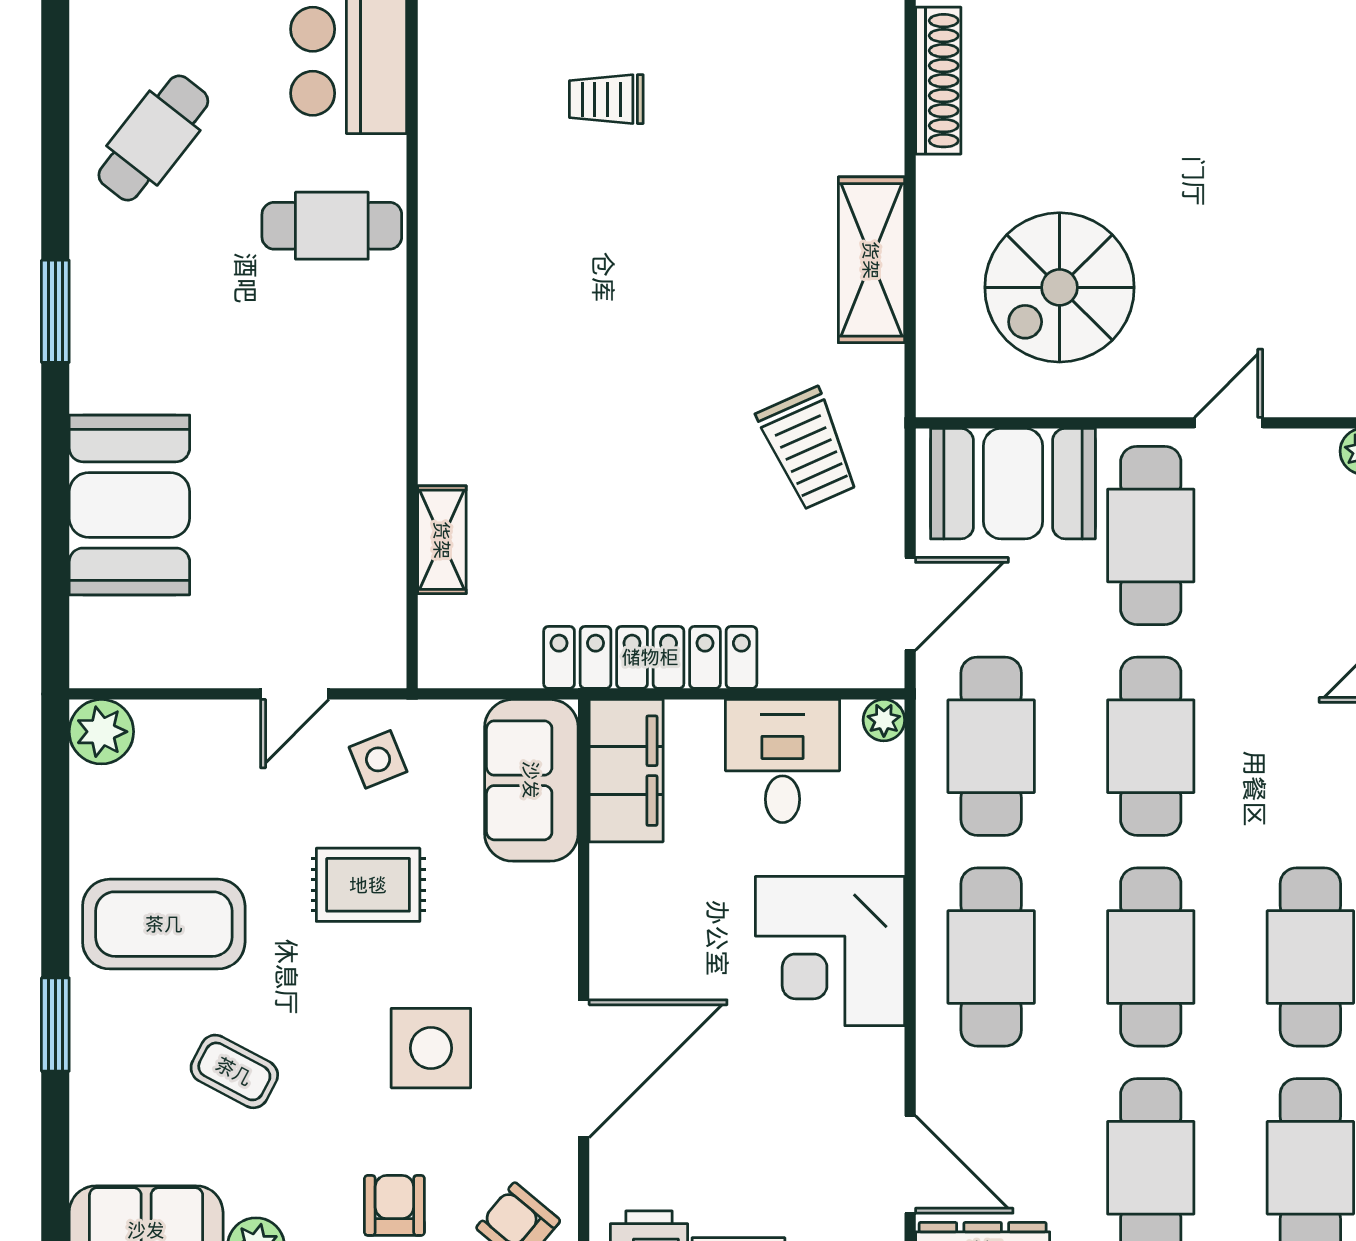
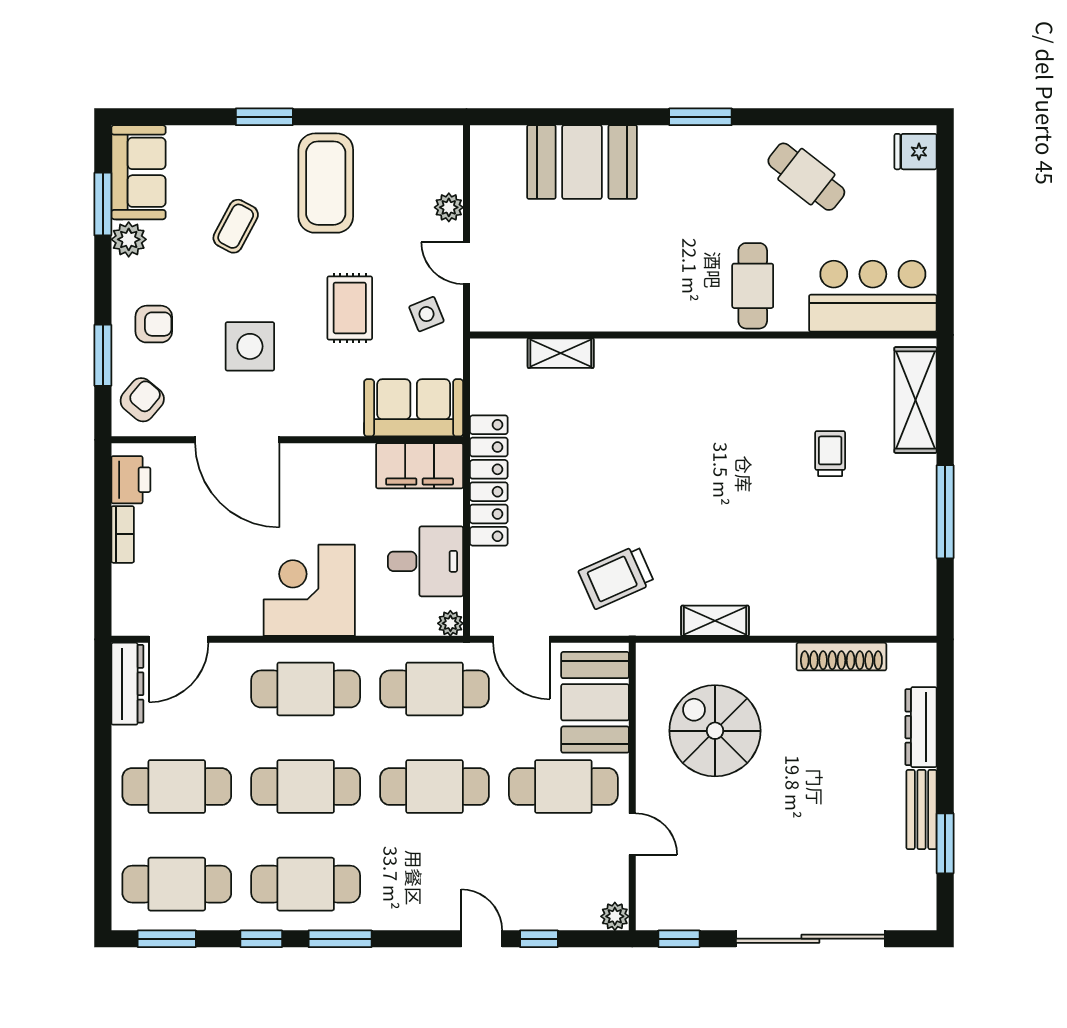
shelving: (871, 260) -> (715, 621), width x0.67, depth x0.75
plant: (101, 732) -> (449, 207), moved, width x0.73, depth x0.73

